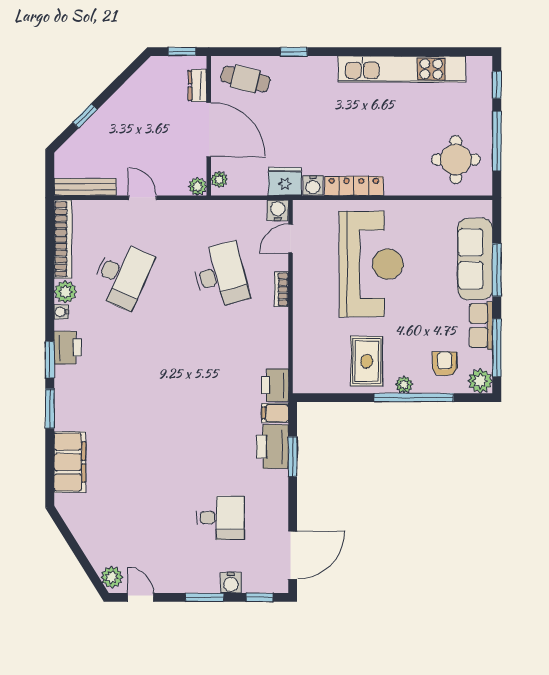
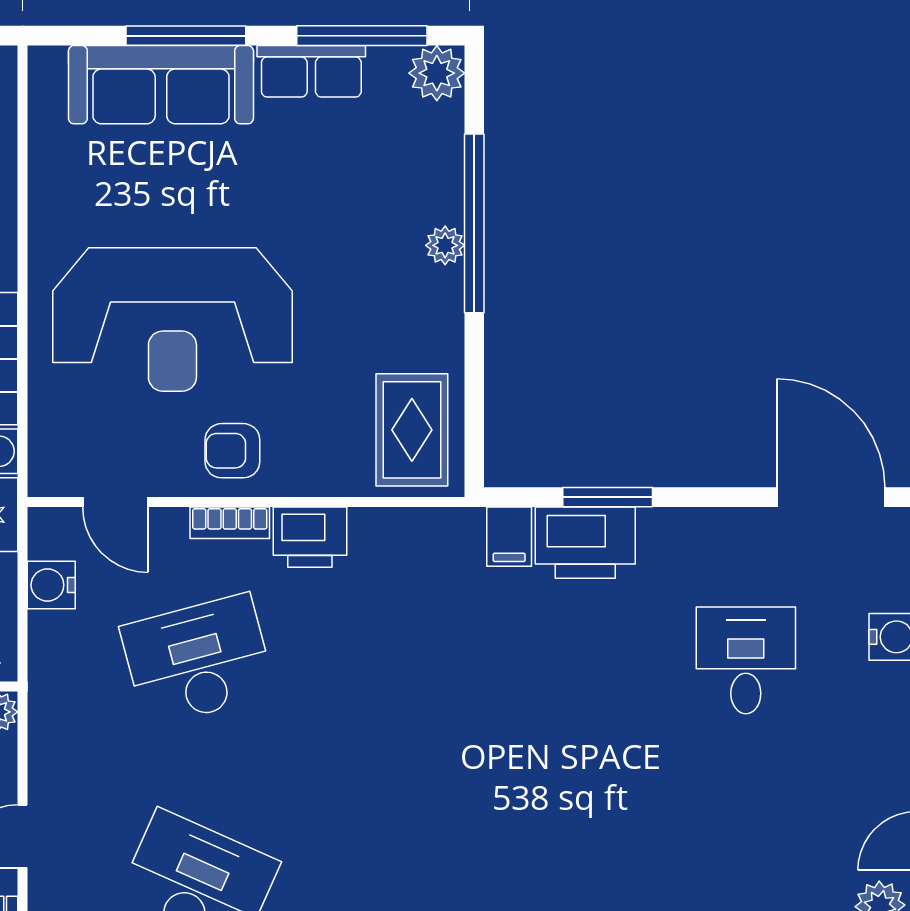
water cooler: (278, 210) -> (51, 585), moved
reception desk: (371, 264) -> (172, 319), turned 180
rug: (367, 361) -> (412, 430), moved, turned 90
armchair: (444, 364) -> (232, 451), moved
printer: (275, 385) -> (310, 537), moved

